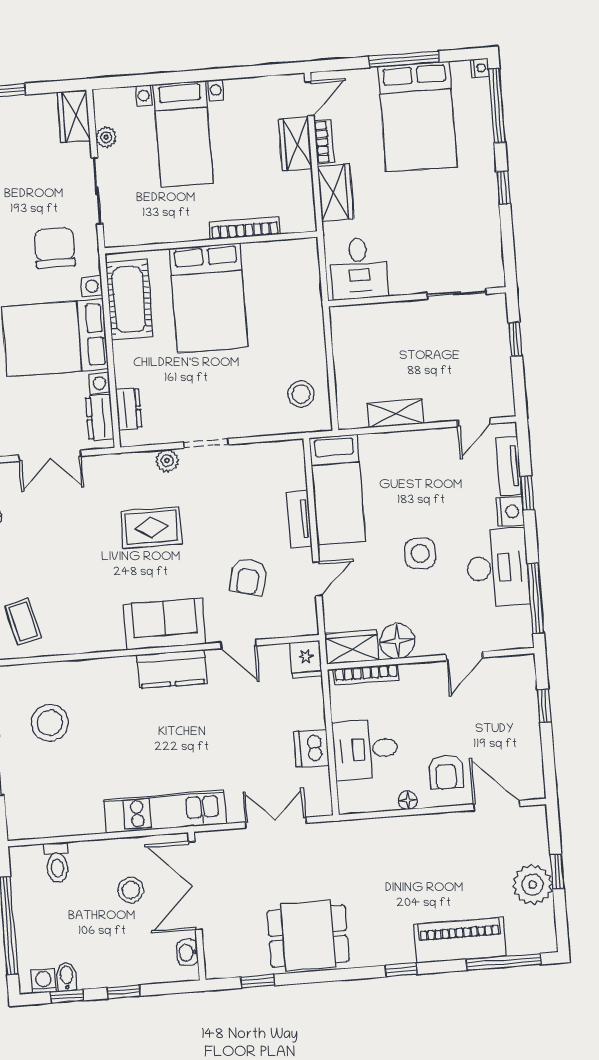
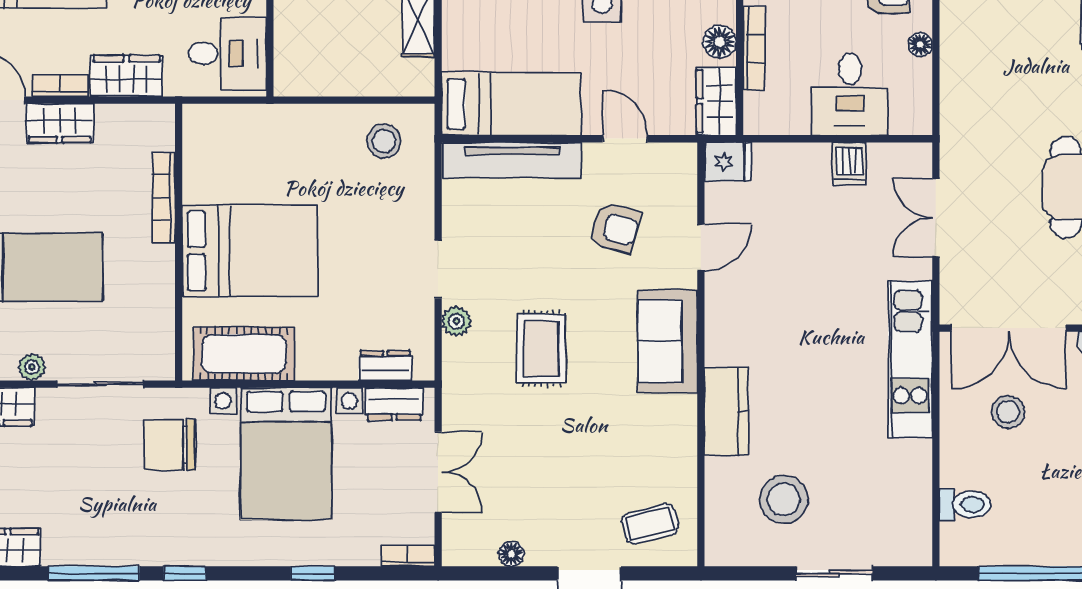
tv unit: (299, 519) -> (512, 160), width x1.92, depth x1.29
floor lamp: (397, 641) -> (720, 42), width x0.73, depth x0.73
kitchen counter: (172, 669) -> (727, 411), moved
bookcase: (366, 675) -> (754, 49), moved
dishwasher: (311, 748) -> (849, 164), width x0.73

